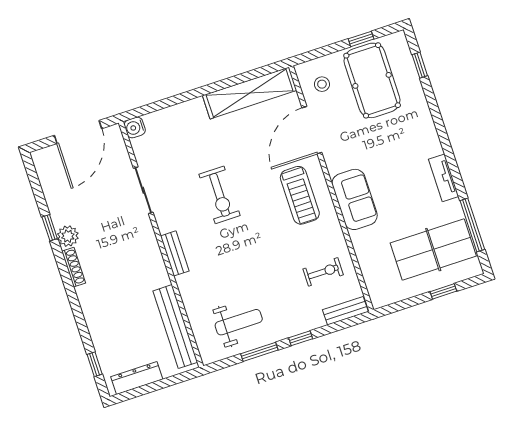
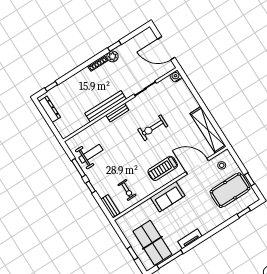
weight bench: (239, 322) -> (91, 154), turned -90
bench: (175, 327) -> (106, 106), moved

